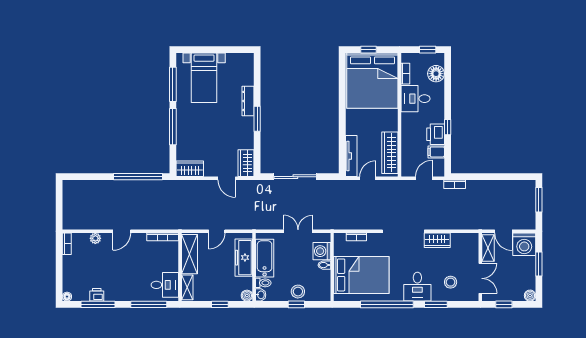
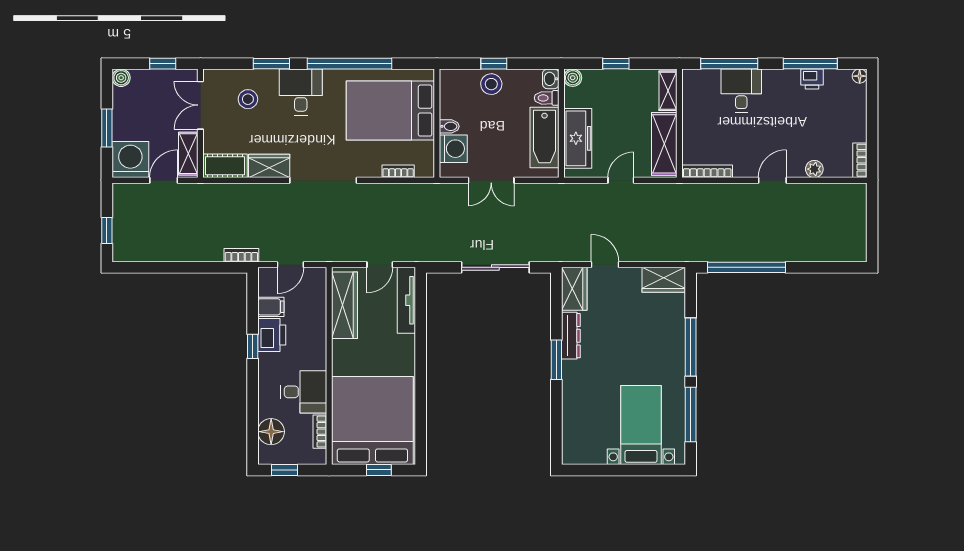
dresser: (248, 101) -> (571, 336), moved
window: (539, 200) -> (107, 230), width x0.67
door: (503, 231) -> (164, 180), hinge flipped
cot: (465, 240) -> (225, 166), added
desk: (165, 285) -> (741, 90), moved, turned 90

